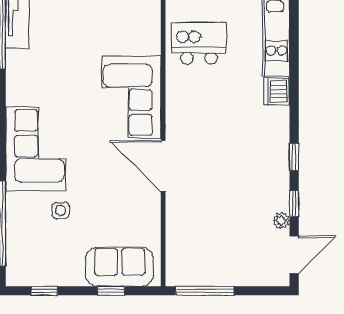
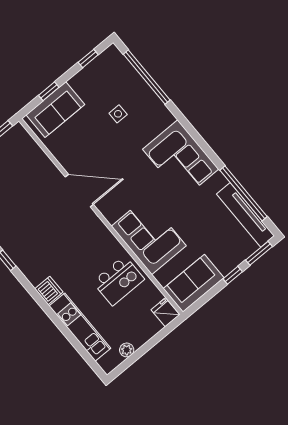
corner sofa: (131, 97) -> (149, 236), moved
corner sofa: (36, 149) -> (181, 159), moved

